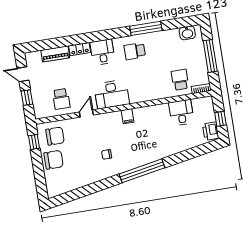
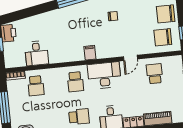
school desk: (140, 86) -> (75, 82), added

